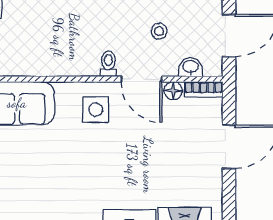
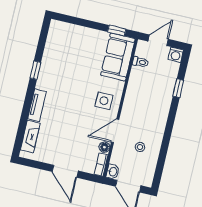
toilet: (108, 64) -> (140, 62), moved
washbasin: (190, 67) -> (113, 172), moved

